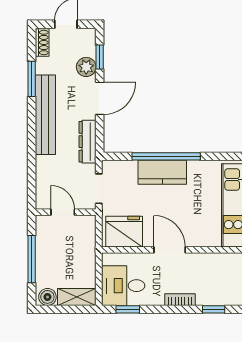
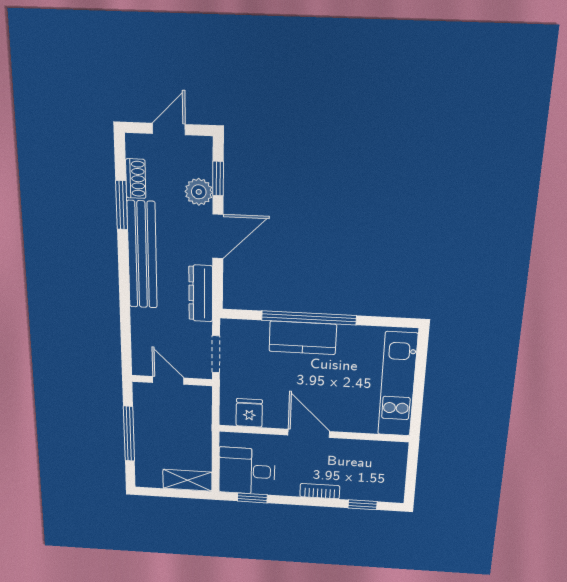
shoe rack: (42, 43) -> (136, 179), moved
fridge: (124, 232) -> (249, 413), width x0.53, depth x0.75
boiler: (47, 297) -> (150, 478), removed

